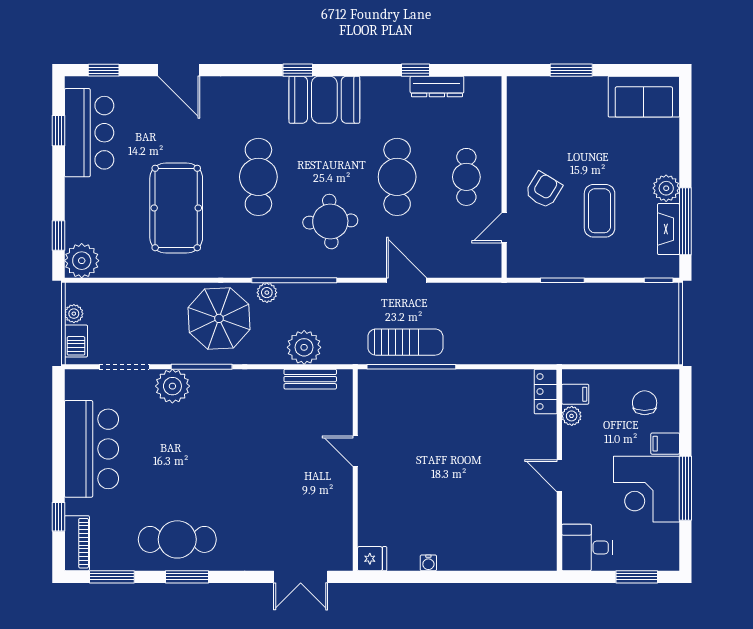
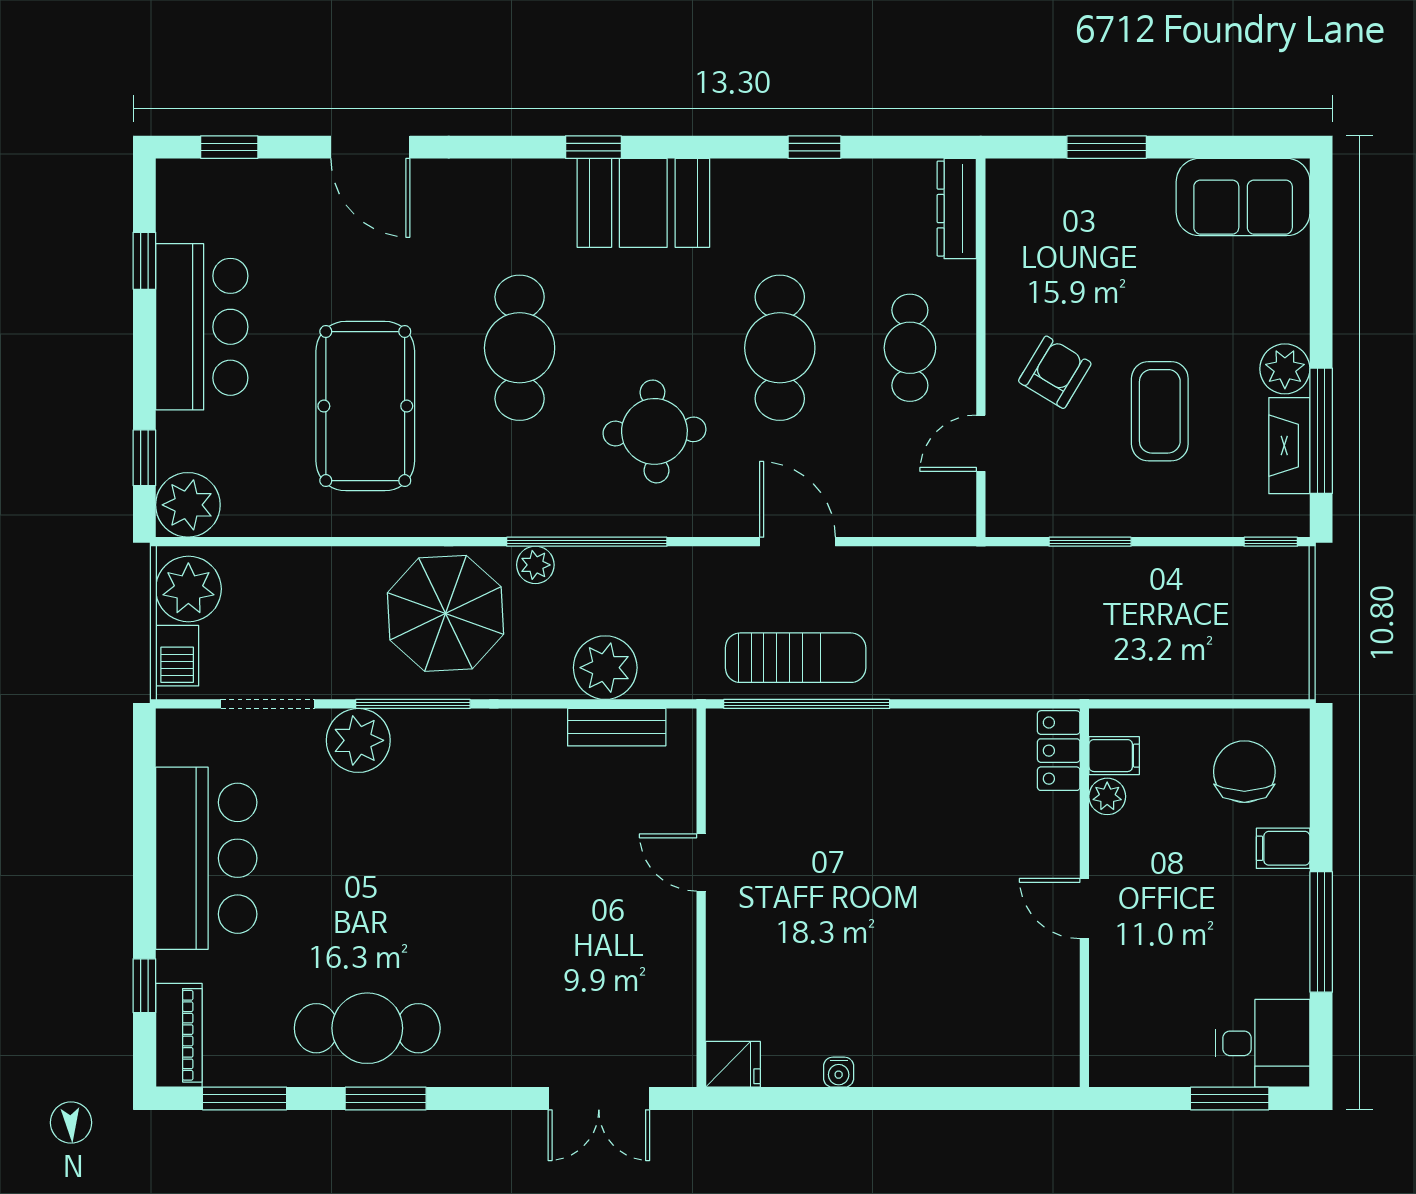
dresser: (437, 86) -> (957, 209), moved, turned 90
bar counter: (89, 133) -> (202, 327), moved
plant: (74, 314) -> (188, 589), width x1.88, depth x1.88
chair: (645, 403) -> (1244, 772), width x1.37, depth x1.37
corner desk: (647, 489) -> (1248, 934), removed
desk: (587, 547) -> (1263, 1043), moved, turned 180

